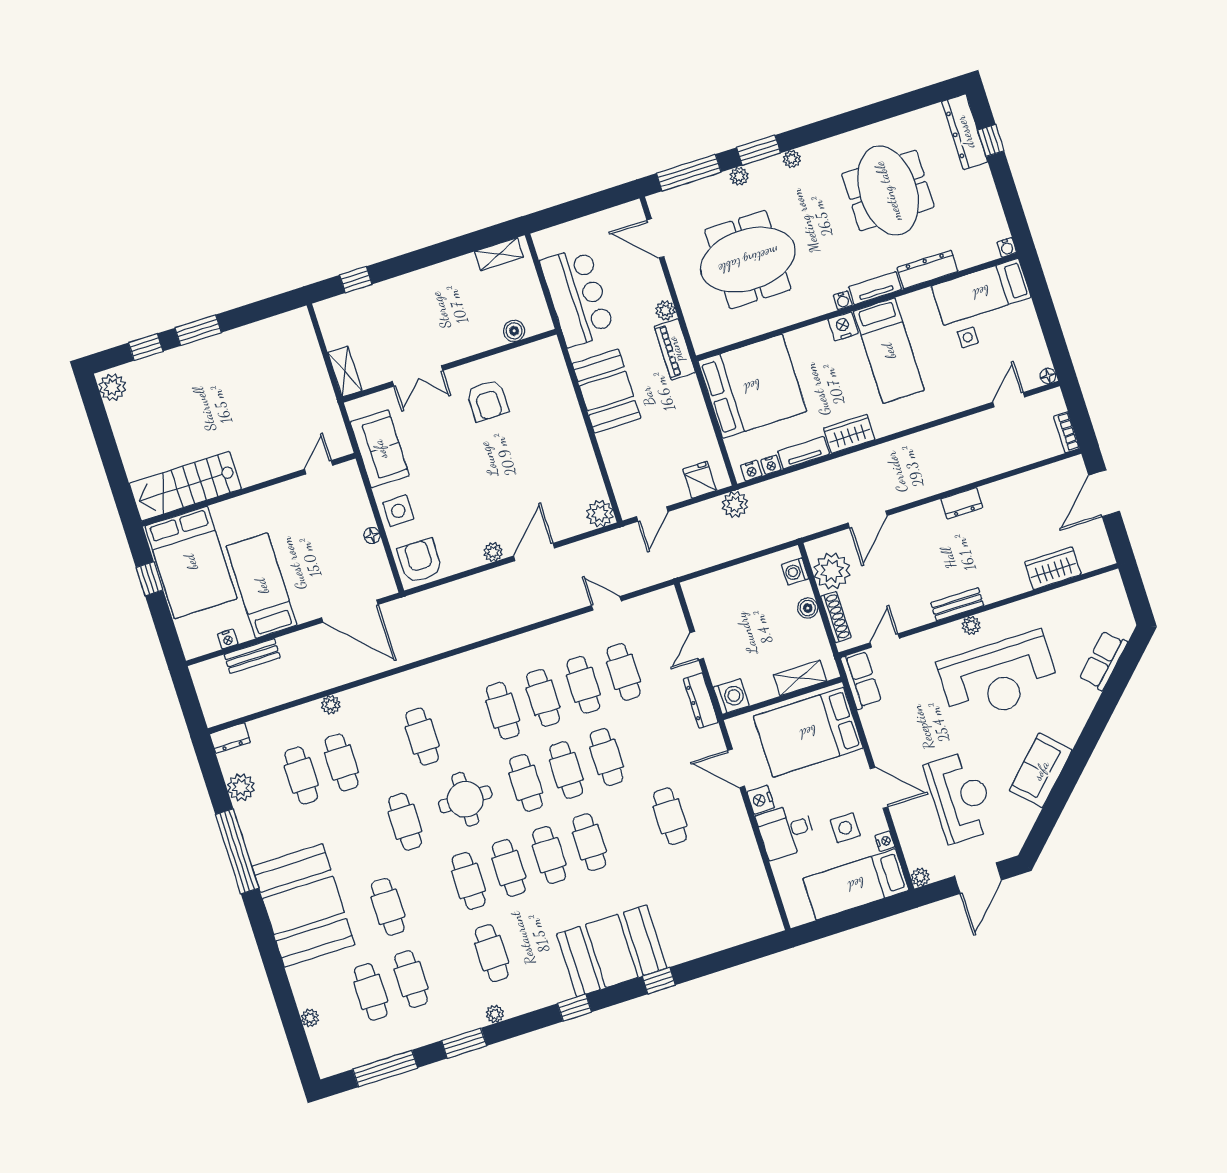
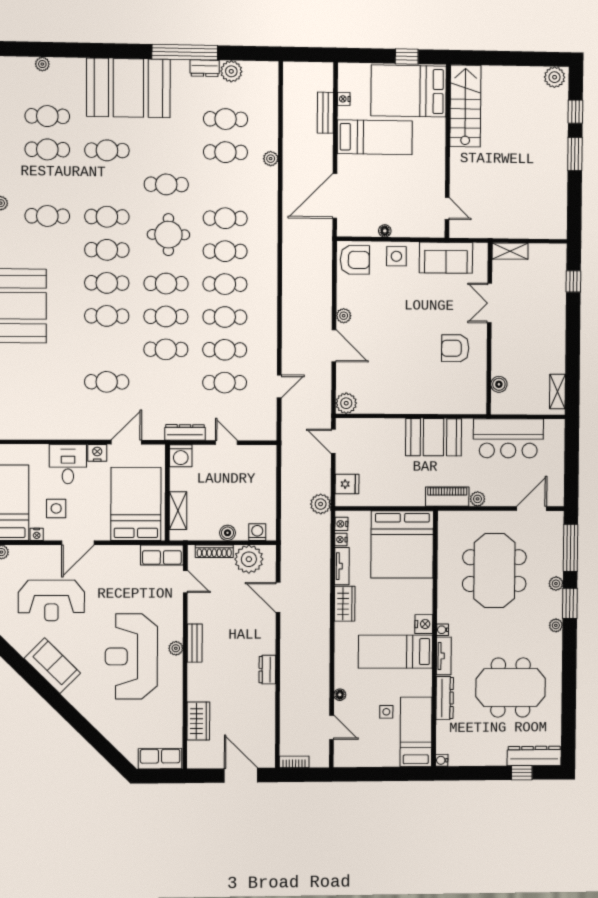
floor lamp: (1048, 376) -> (340, 695), moved
row of seats: (1103, 660) -> (160, 759), moved, turned -45
cafe table: (462, 724) -> (225, 251), added
dresser: (230, 738) -> (205, 68), moved, turned -90

